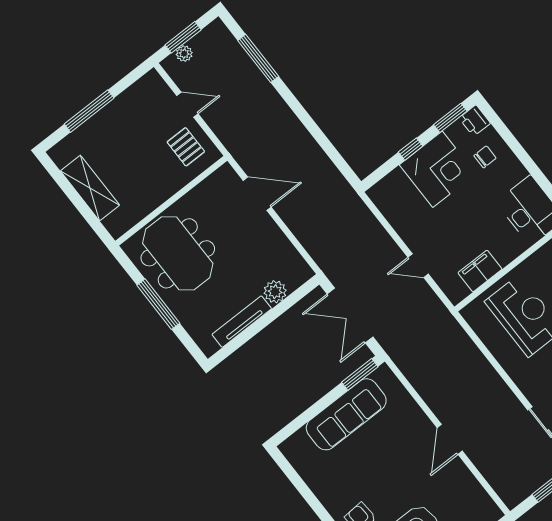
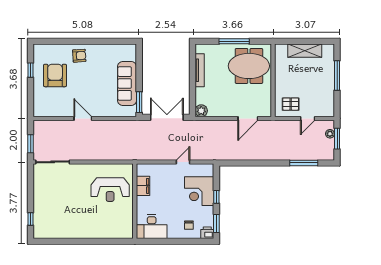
corner desk: (437, 169) -> (199, 191), moved
door: (418, 266) -> (183, 162), moved
plant: (275, 292) -> (201, 111), moved

